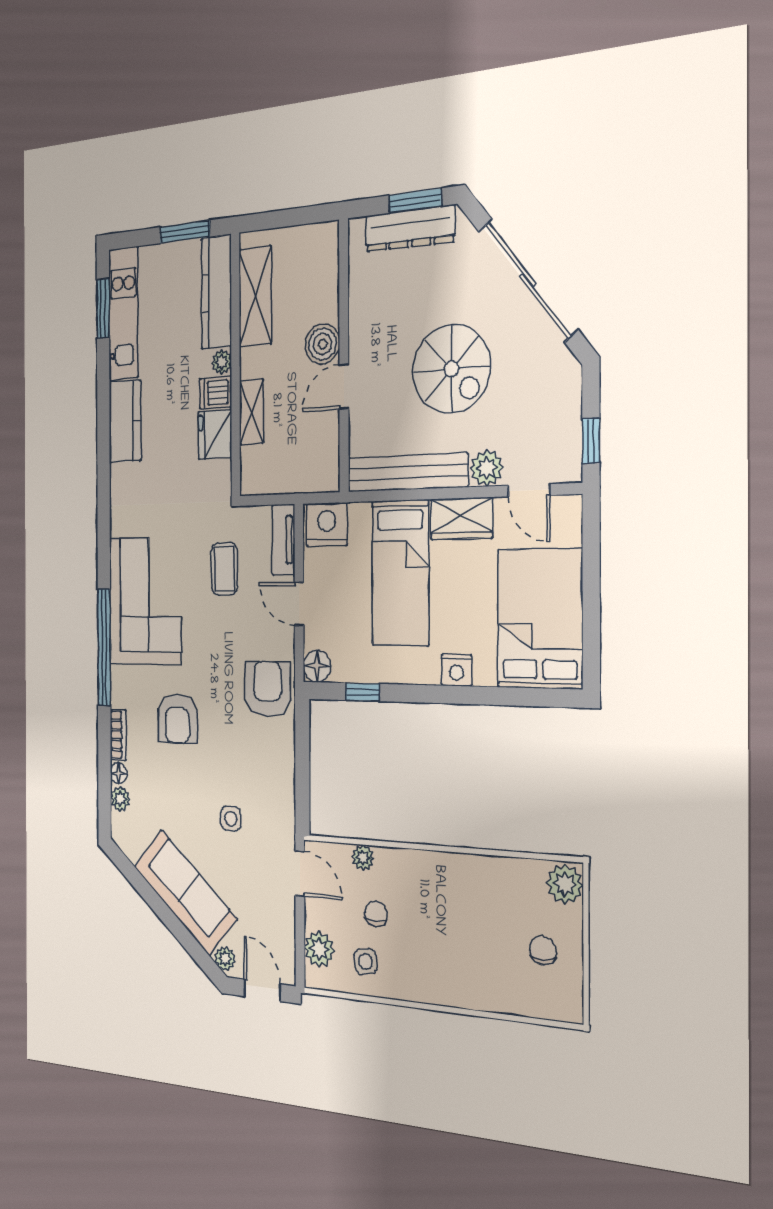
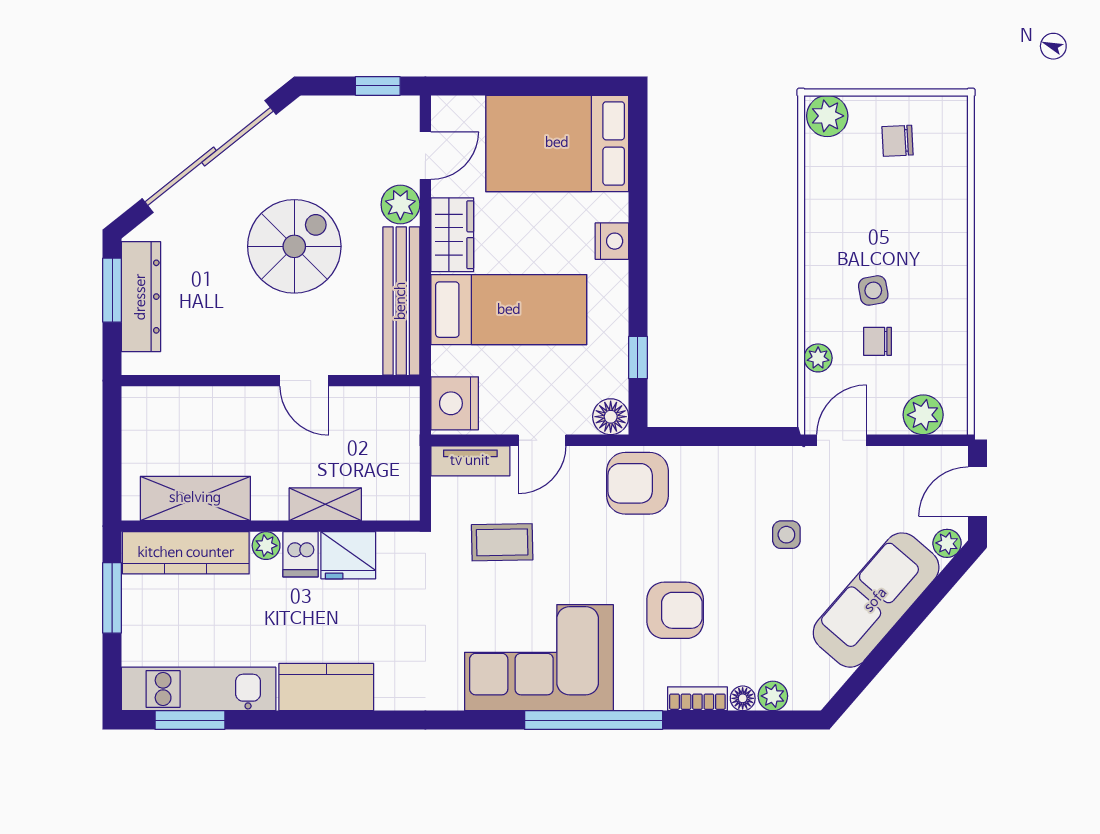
boiler: (322, 344) -> (256, 408), removed
side table: (366, 962) -> (873, 290), moved

